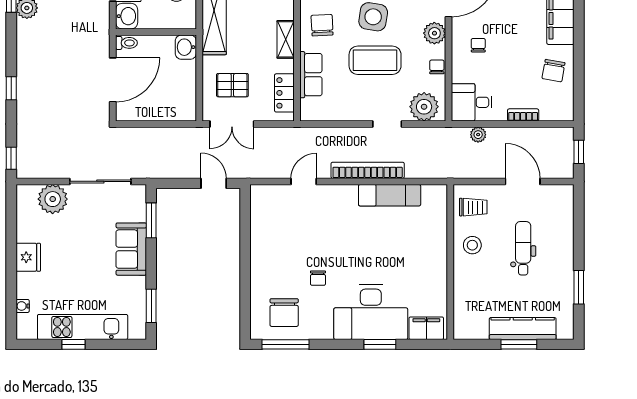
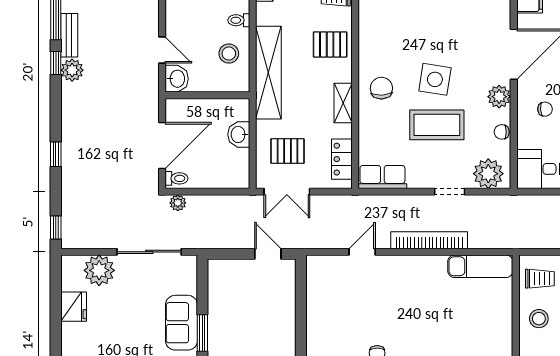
toilet: (126, 43) -> (177, 178), moved
chair: (478, 45) -> (545, 109), turned 86
washbasin: (186, 47) -> (239, 134), moved
chair: (437, 67) -> (502, 132), turned -90
row of seats: (311, 75) -> (382, 177), moved, turned -90
plant: (478, 135) -> (178, 203), moved
exam couch: (390, 195) -> (480, 266), moved
window: (151, 220) -> (202, 333), moved
fridge: (28, 257) -> (74, 307), moved

